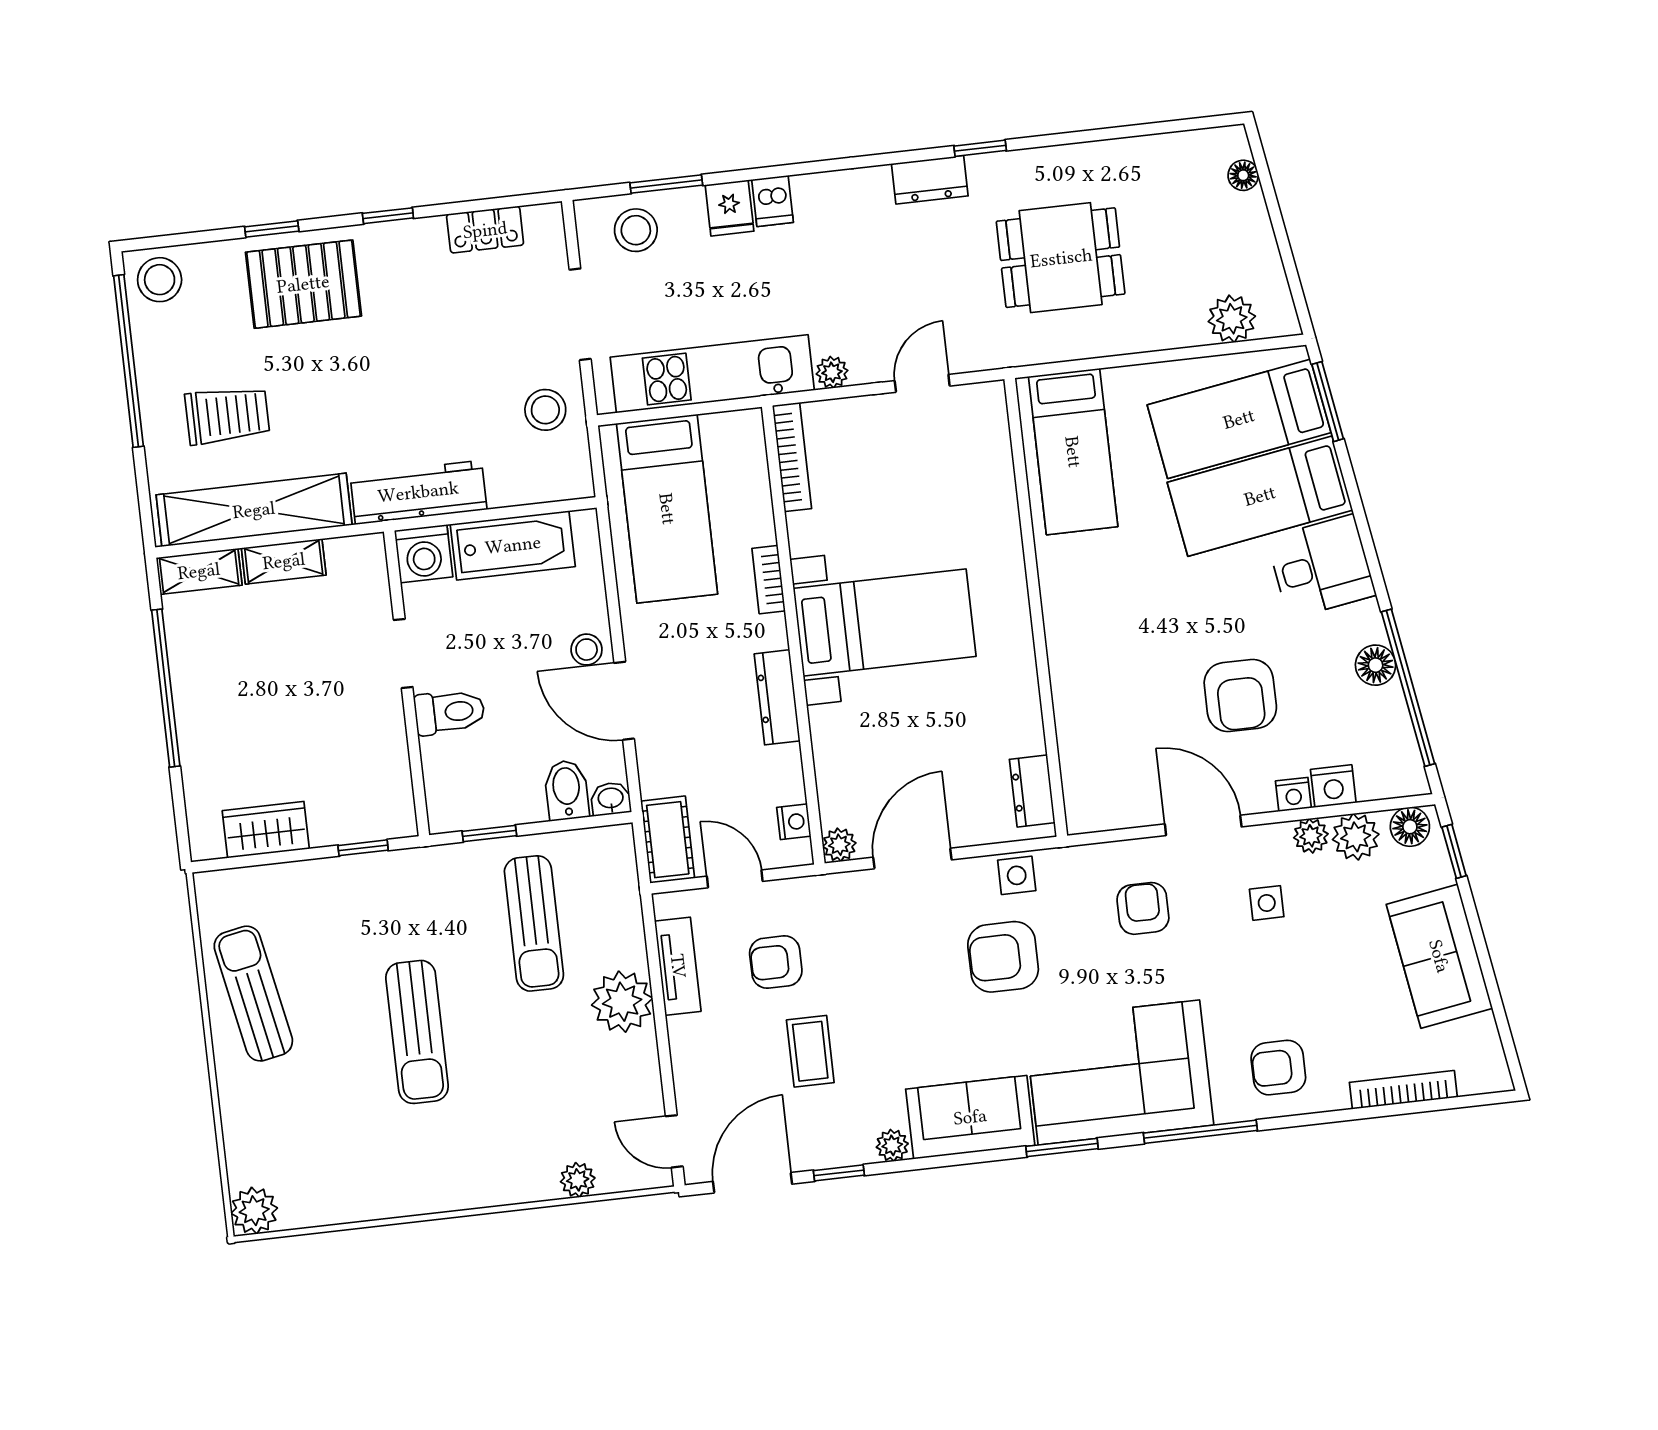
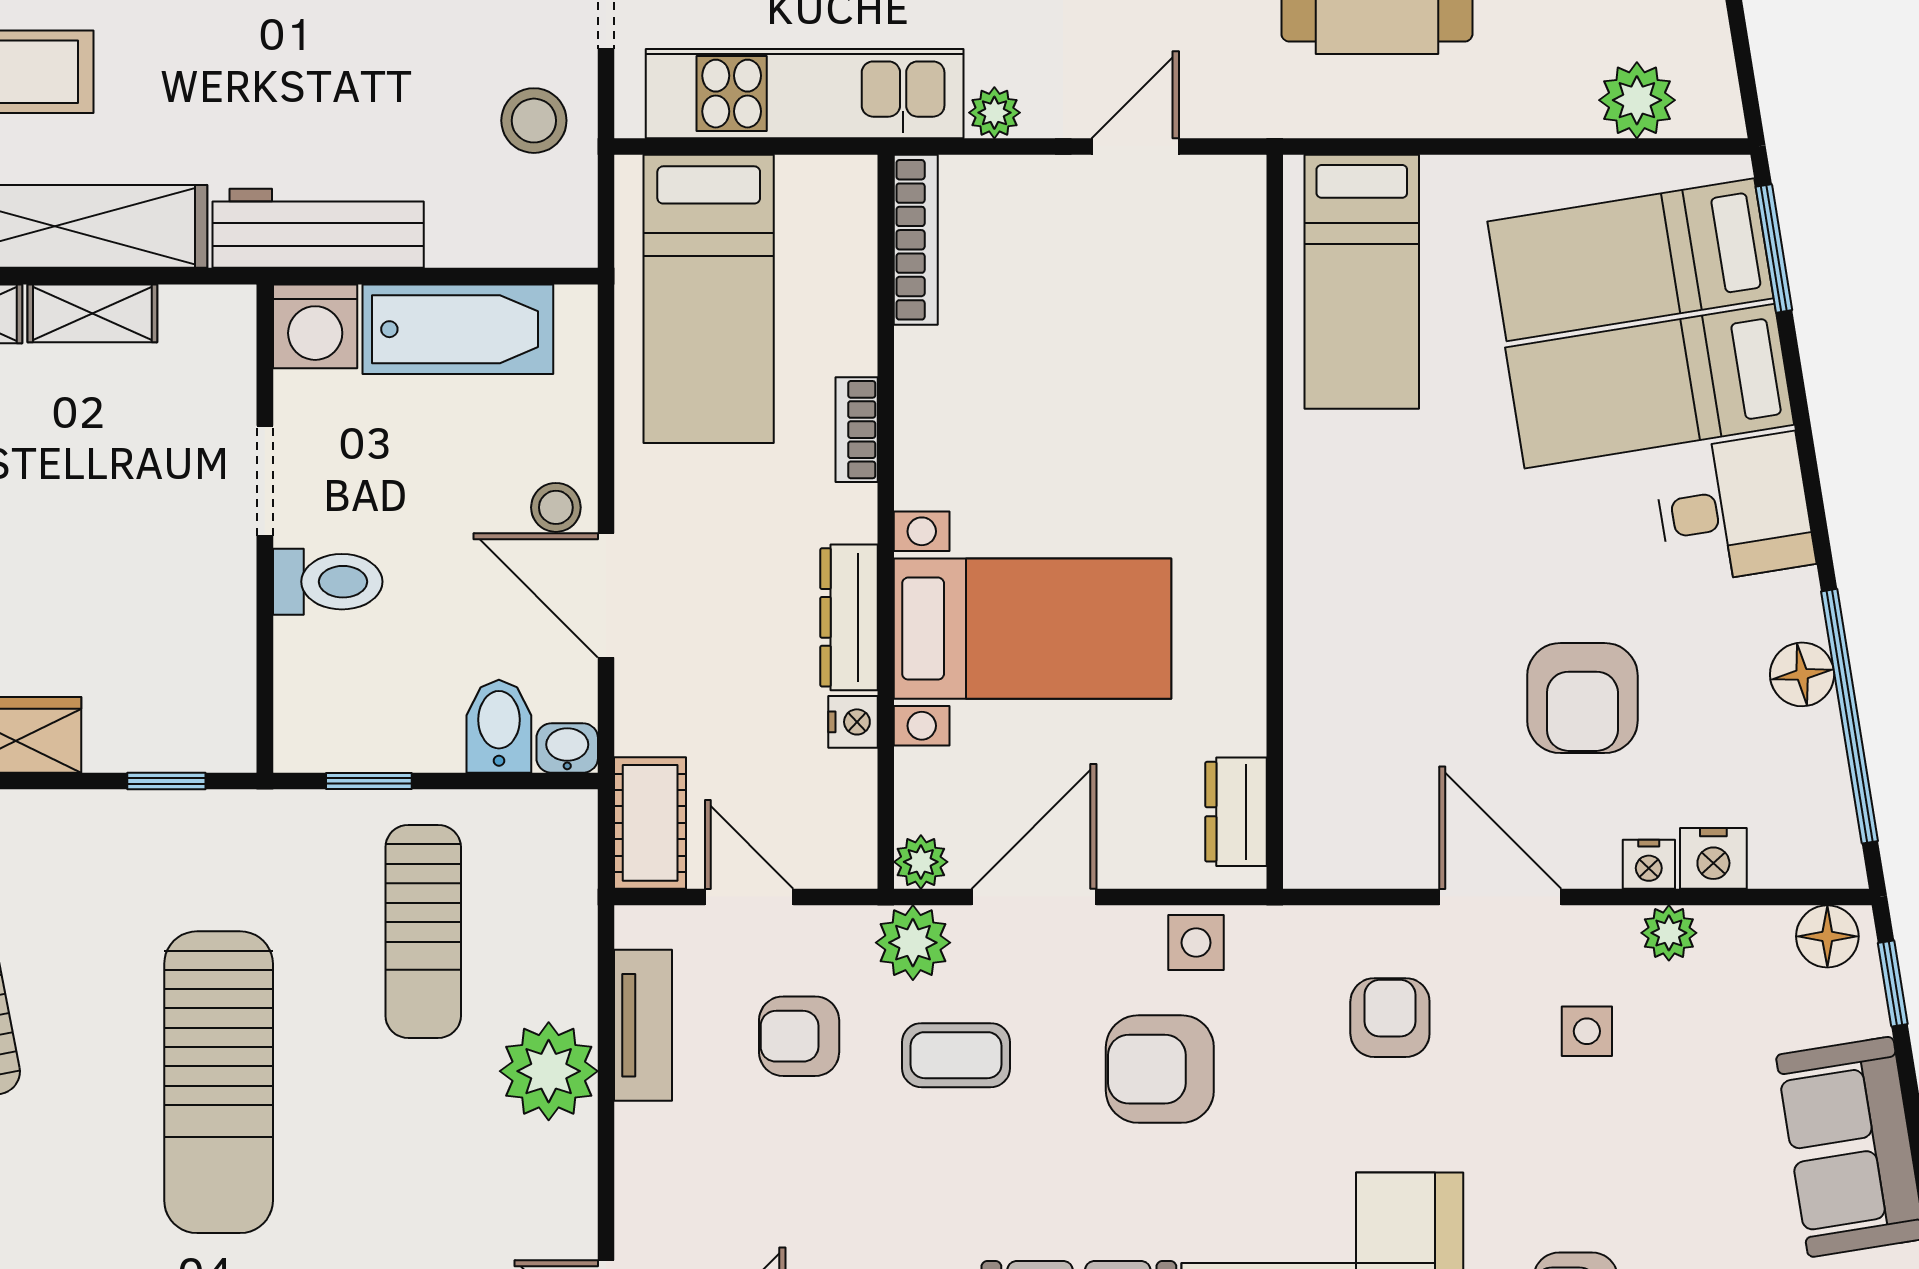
bed with nightstands: (885, 622) -> (1033, 629), moved
nightstand: (794, 822) -> (853, 722), moved
plant: (1356, 837) -> (913, 943), moved
sun lounger: (417, 1032) -> (219, 1082), width x1.36, depth x1.34
coffee table: (810, 1051) -> (956, 1055), moved, turned 90

